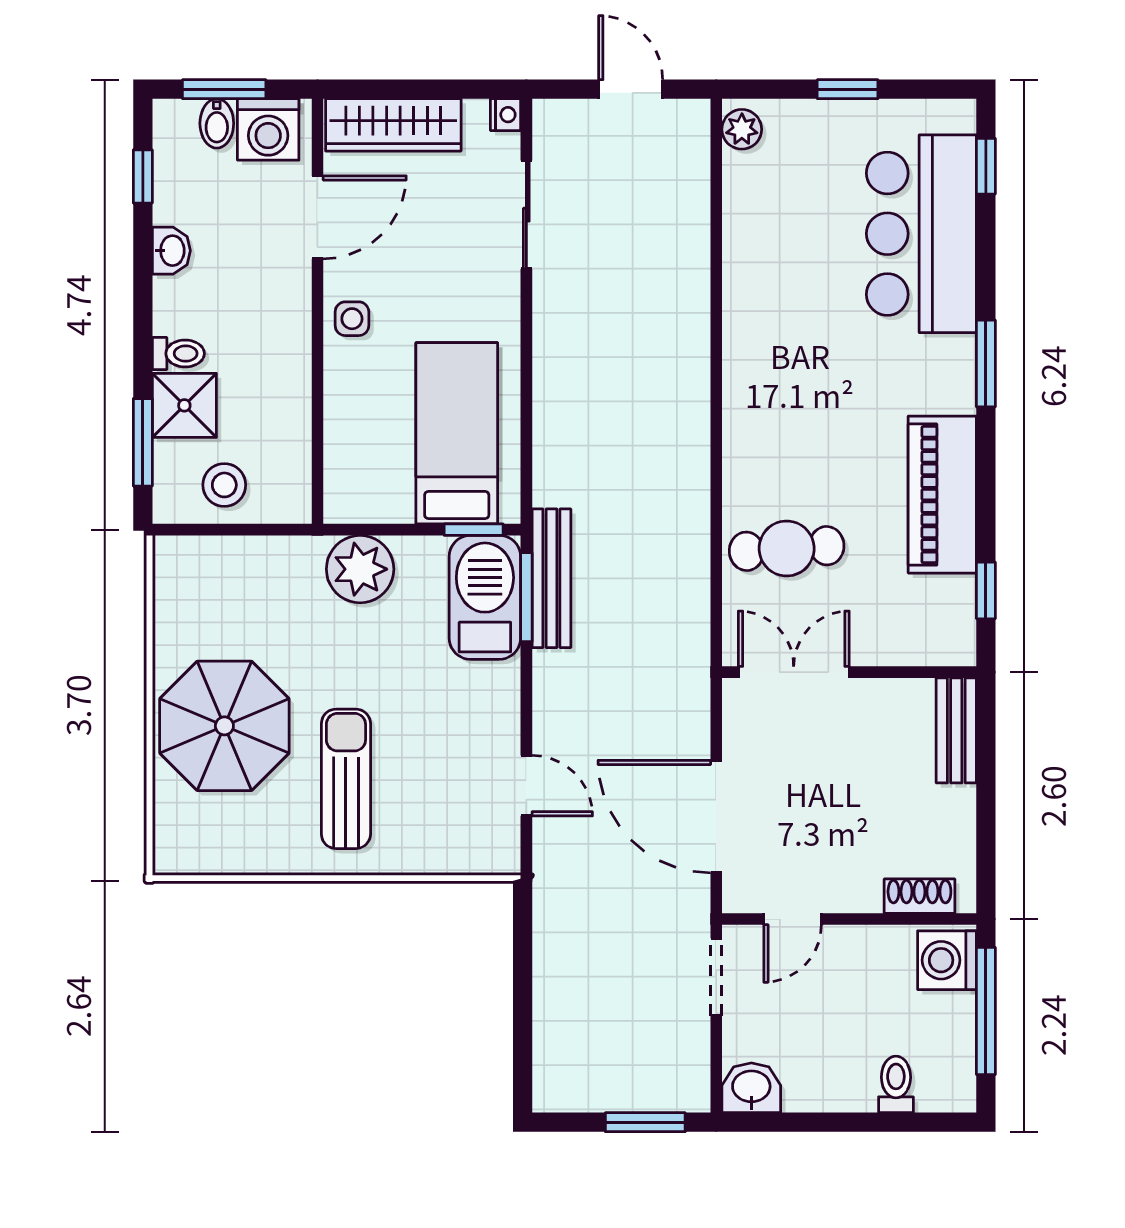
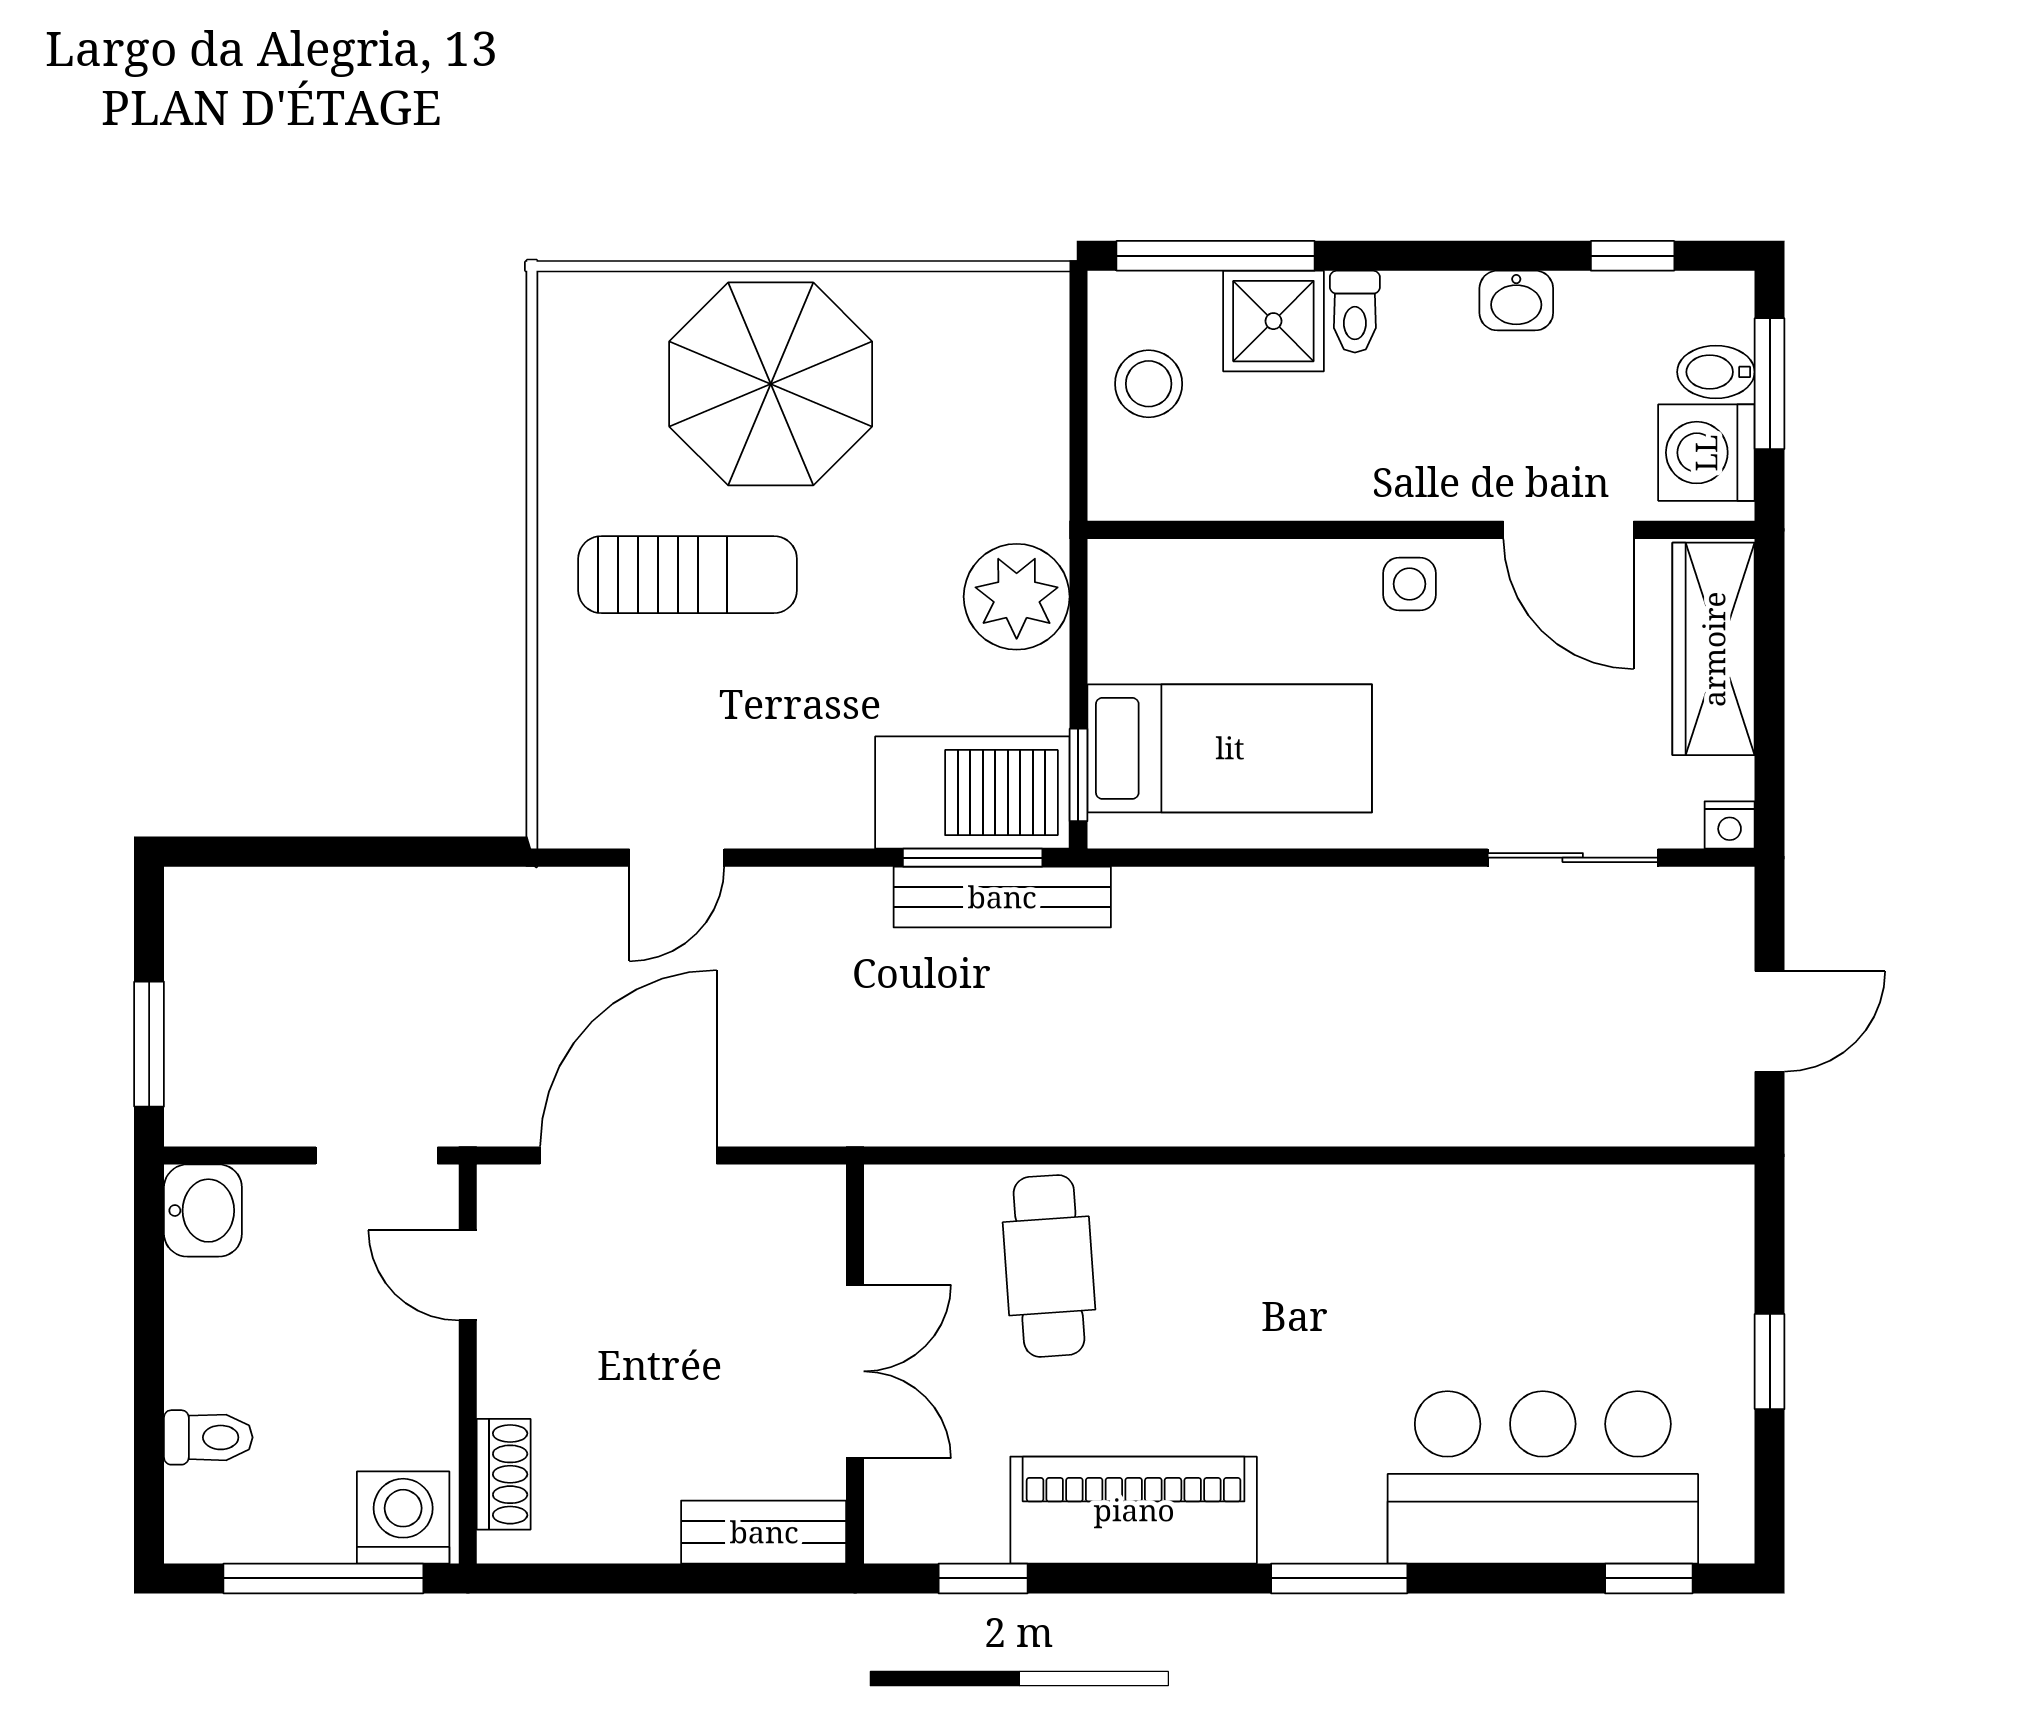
plant: (742, 129) -> (1707, 1196), removed
window: (143, 442) -> (1216, 256), width x1.44
double door: (794, 672) -> (855, 1371), moved

